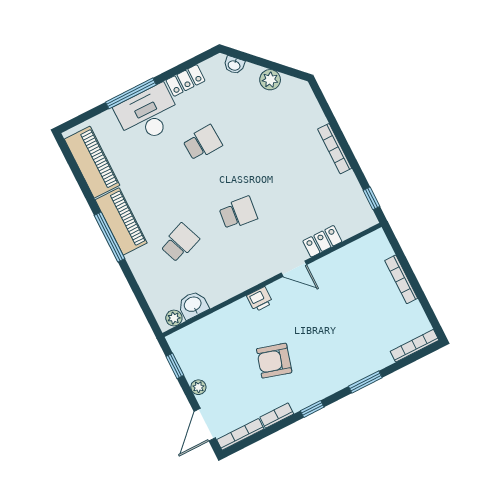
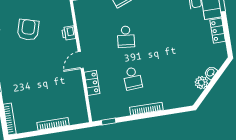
washbasin: (234, 65) -> (211, 73), moved
school desk: (202, 143) -> (133, 78), moved

